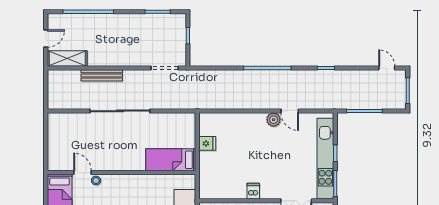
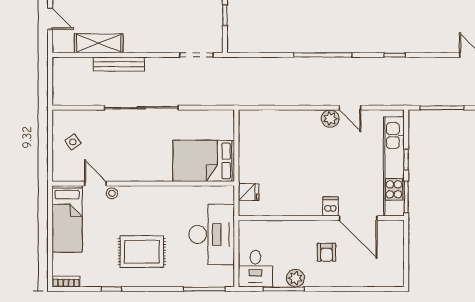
door: (46, 39) -> (50, 19), hinge flipped
shelving: (67, 59) -> (99, 43), moved
side table: (64, 139) -> (73, 142), added
fridge: (207, 143) -> (249, 192), moved
bed: (171, 160) -> (204, 161), width x1.50
dishwasher: (253, 191) -> (331, 206), moved

